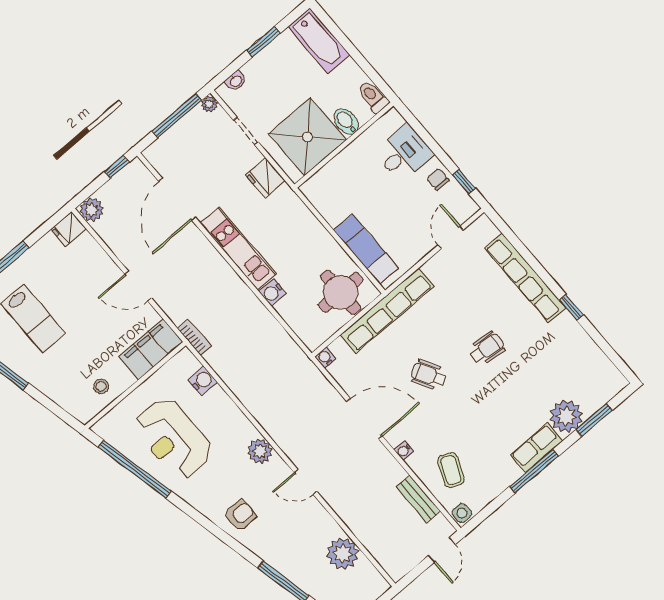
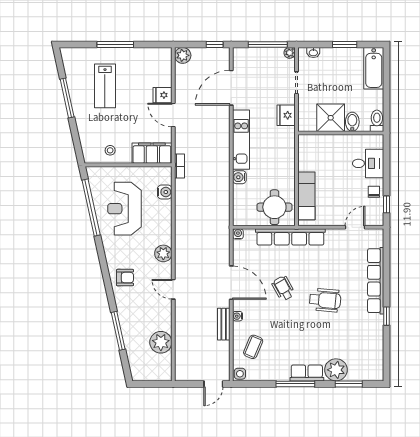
shower: (307, 137) -> (331, 118), width x0.73, depth x0.73
fridge: (69, 229) -> (162, 95), moved
wheelchair: (487, 348) -> (325, 300), width x1.36, depth x1.37
bench: (418, 499) -> (224, 324), moved

